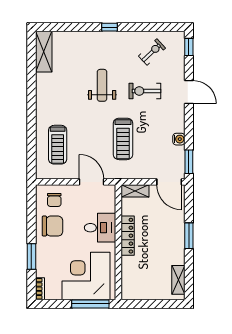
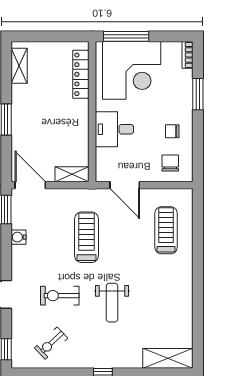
shelving: (44, 52) -> (168, 358), moved, turned 90
exercise bike: (145, 91) -> (60, 296), turned 180
chair: (53, 226) -> (172, 131), width x0.54, depth x0.54
locker: (128, 236) -> (81, 74), moved

